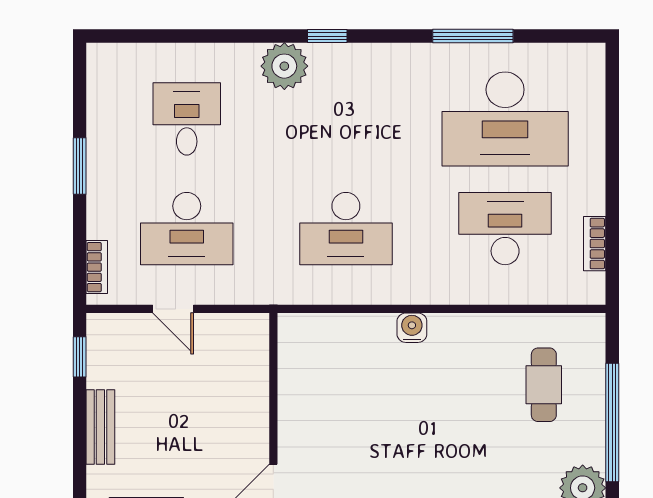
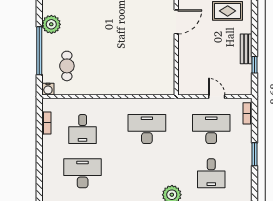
desk: (505, 119) -> (83, 173), width x0.73, depth x0.77
desk: (505, 229) -> (83, 129), width x0.73
water cooler: (412, 328) -> (48, 89), moved
window: (80, 357) -> (254, 65), moved

